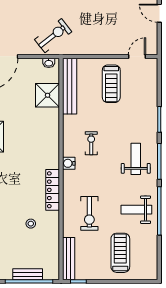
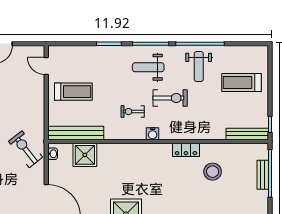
locker: (53, 190) -> (186, 150), width x0.66
exercise bike: (89, 213) -> (170, 98), moved
stool: (31, 224) -> (213, 172), width x1.89, depth x1.89

